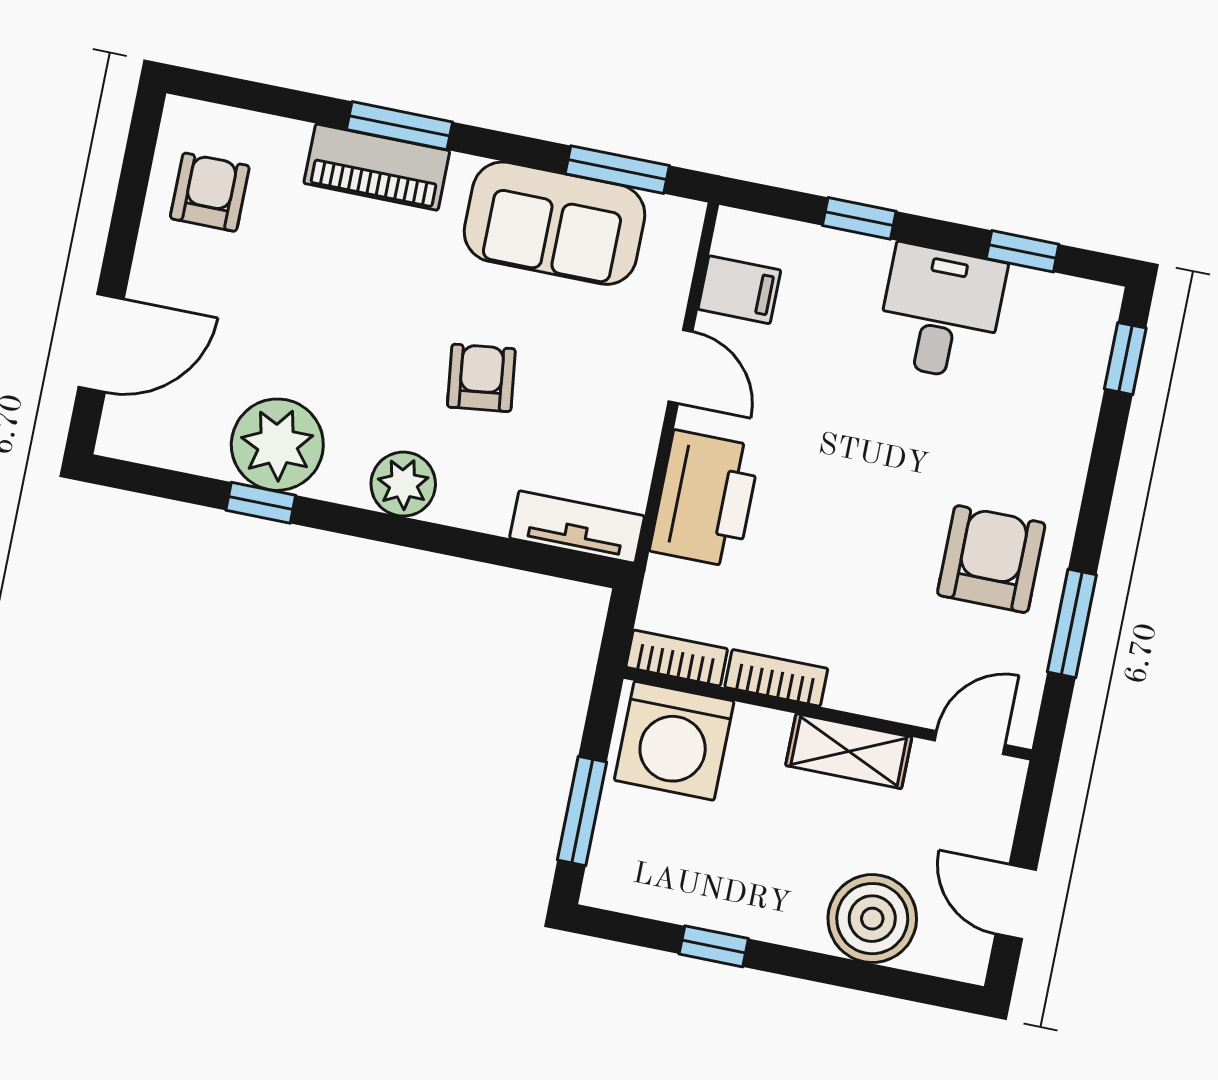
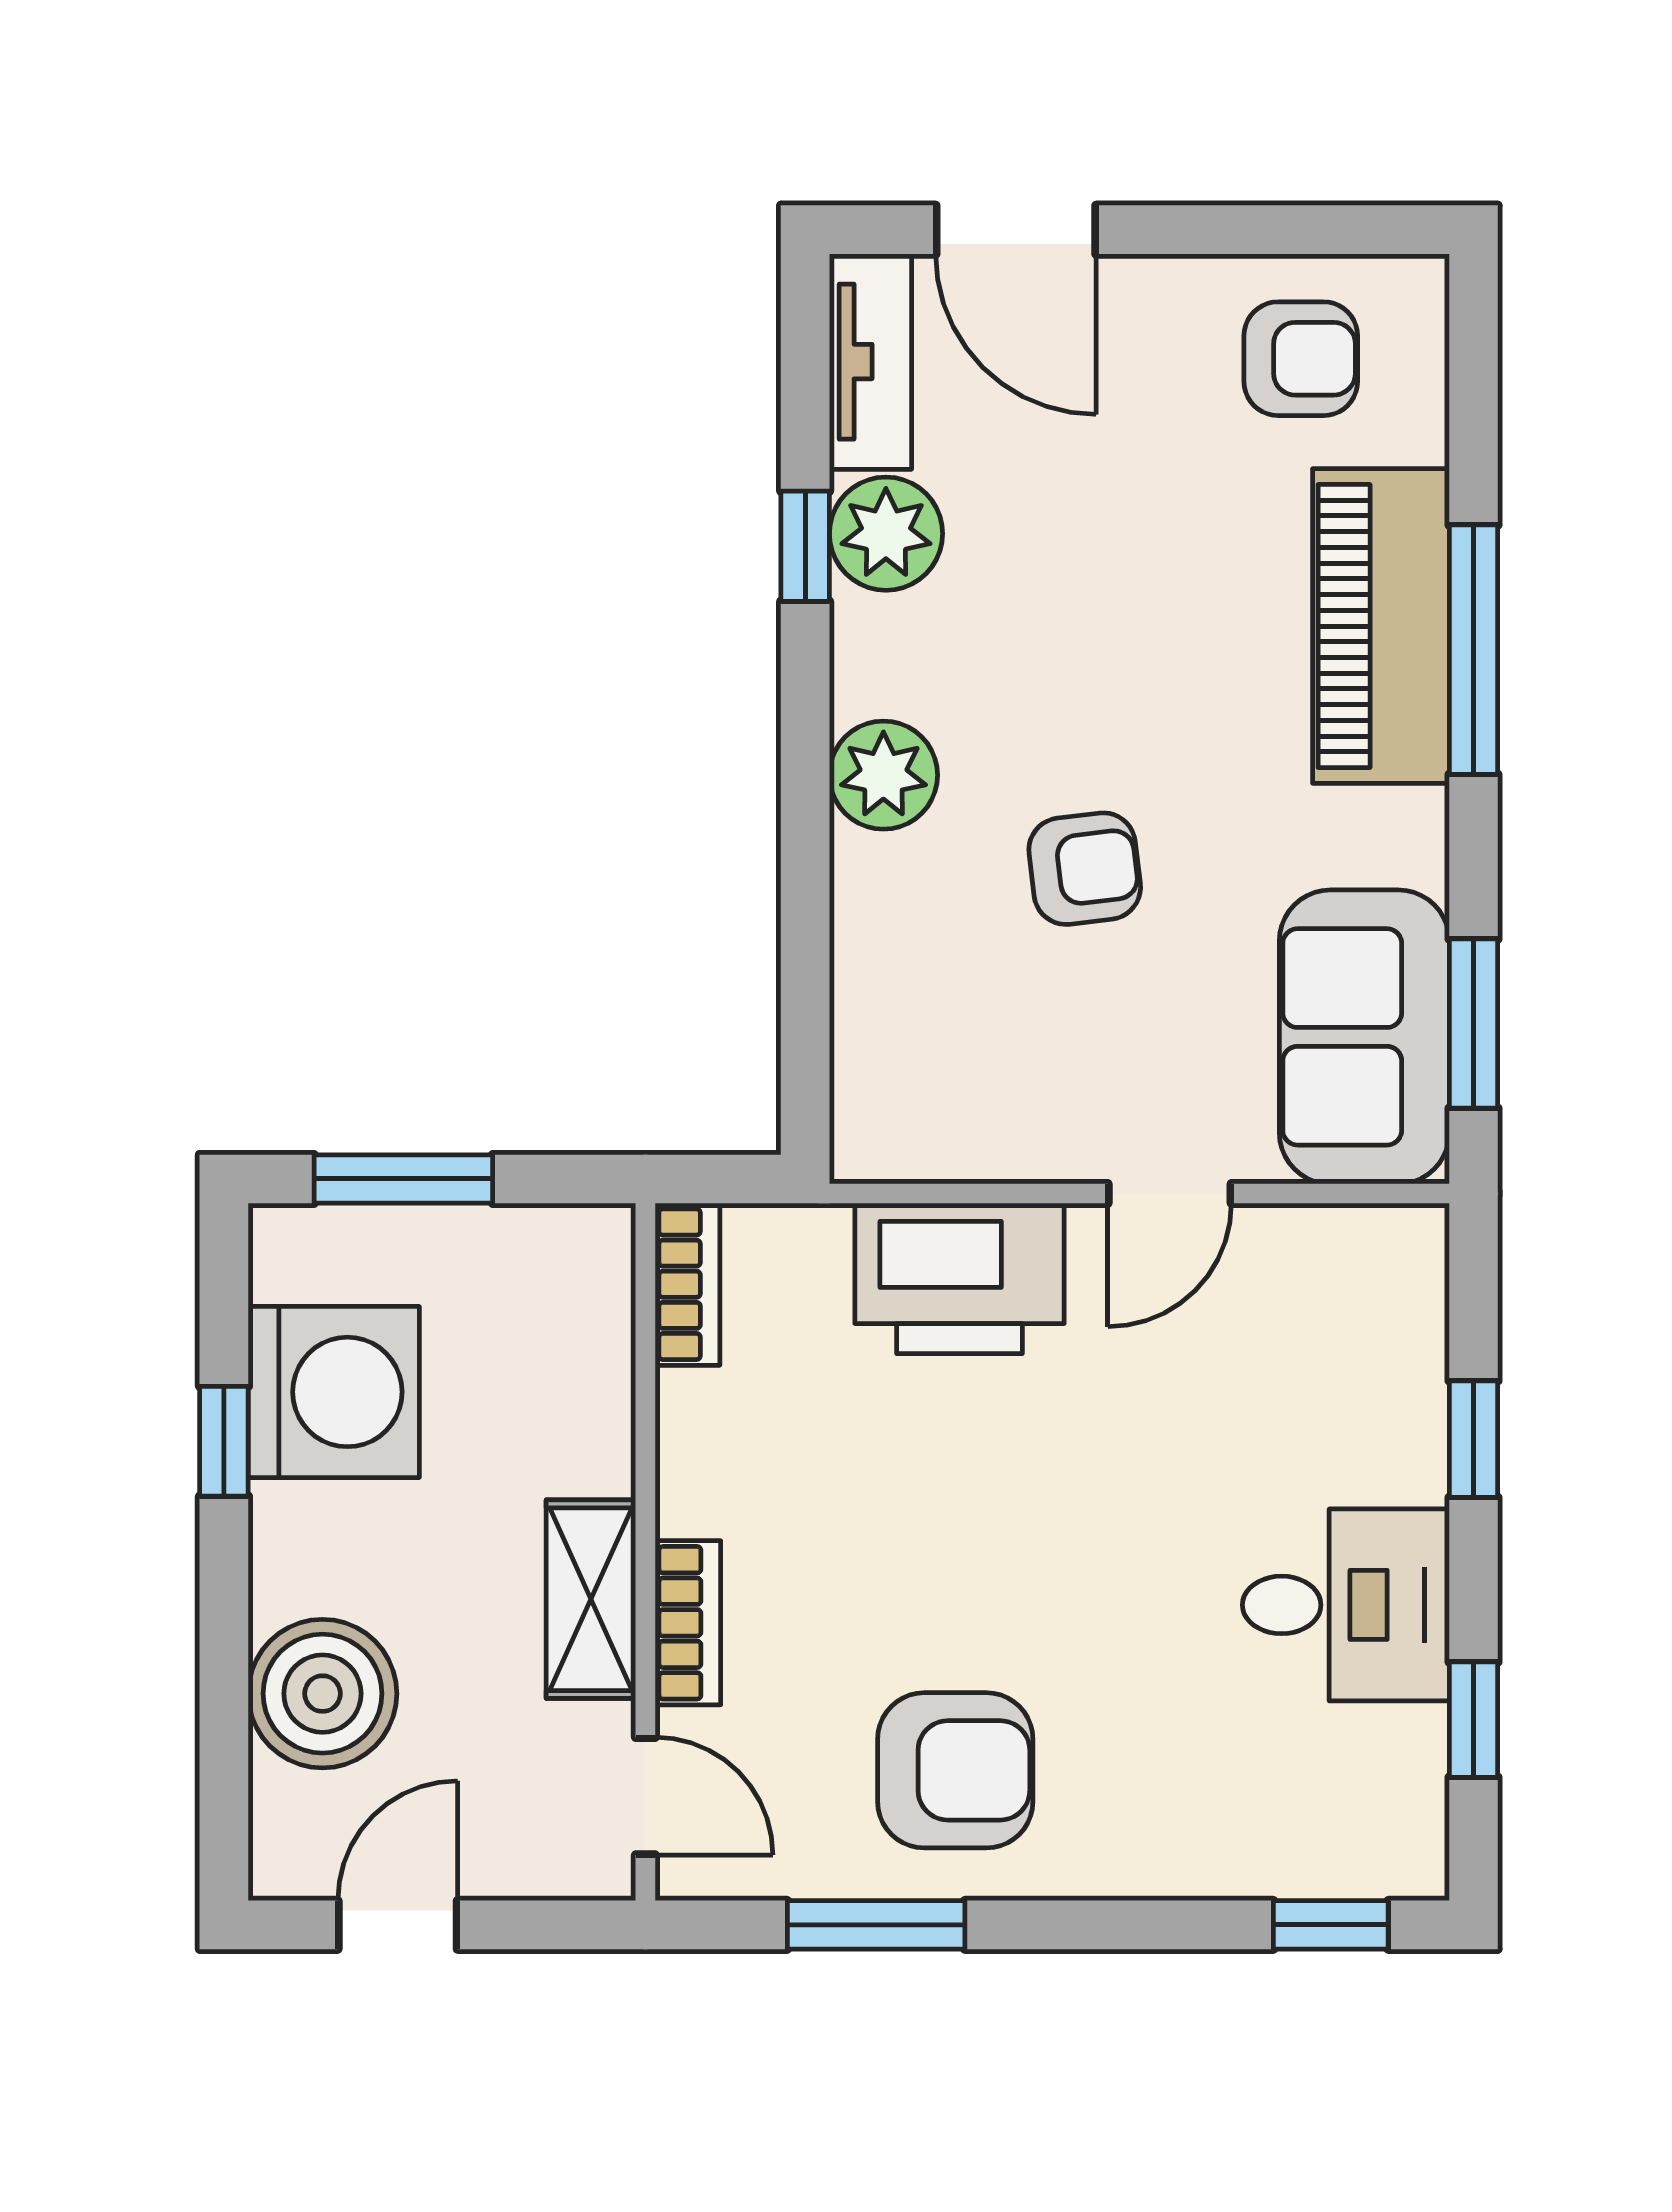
window: (399, 126) -> (1474, 650), width x1.44
piano: (377, 167) -> (1381, 626), width x1.37, depth x1.33
sofa: (555, 223) -> (1364, 1037), moved
filing cabinet: (739, 290) -> (1316, 1265), removed
plant: (277, 445) -> (886, 534), width x0.73, depth x0.73
tv unit: (577, 527) -> (870, 362), moved
bookcase: (776, 678) -> (688, 1623), moved
washing machine: (674, 741) -> (334, 1392), moved, turned 180

